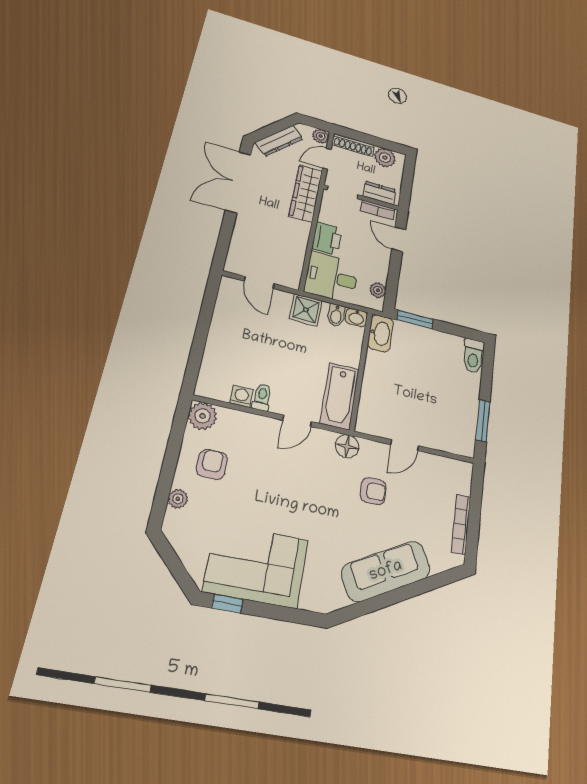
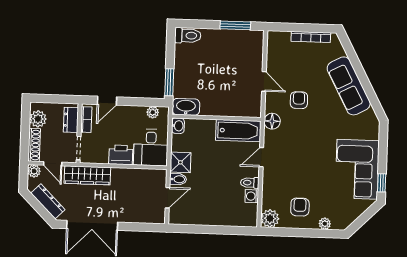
bidet: (336, 315) -> (178, 179), moved
door: (297, 421) -> (261, 157), swing flipped
armchair: (212, 464) -> (300, 207), turned 90

